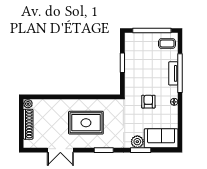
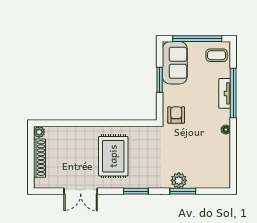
armchair: (148, 102) -> (176, 115), moved
rug: (86, 123) -> (113, 156), turned 90
sofa: (161, 138) -> (175, 63), moved, turned 90

